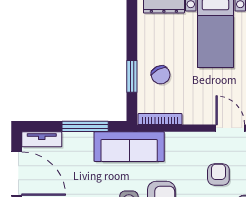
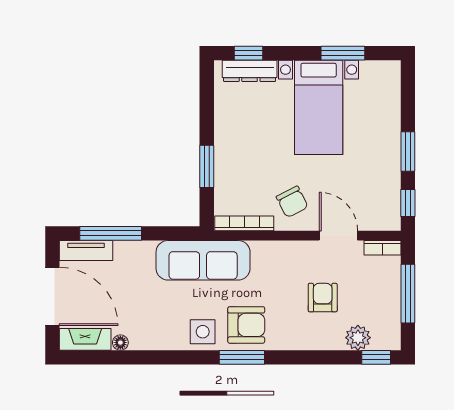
chair: (161, 75) -> (292, 202), moved
window: (85, 126) -> (111, 233), moved

